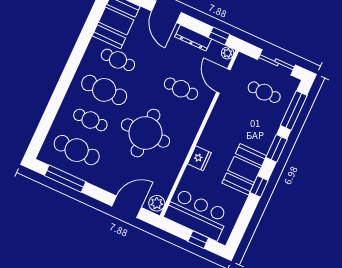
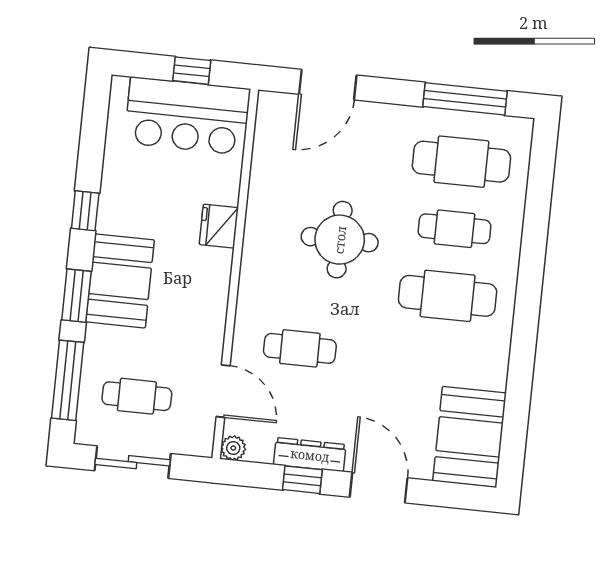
window: (219, 36) -> (302, 480), moved
cafe table: (118, 60) -> (441, 363), removed
round table: (145, 133) -> (340, 240), width x0.73, depth x0.73
booth: (244, 169) -> (120, 281), moved
plant: (157, 203) -> (272, 111), removed
window: (198, 240) -> (192, 71), moved

